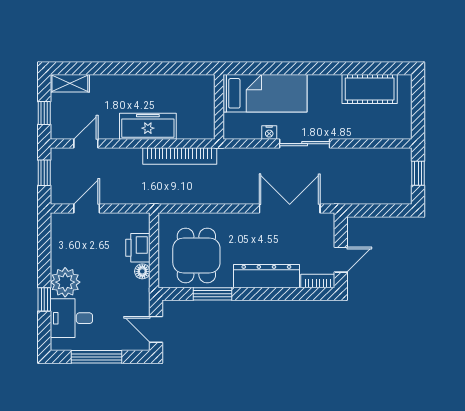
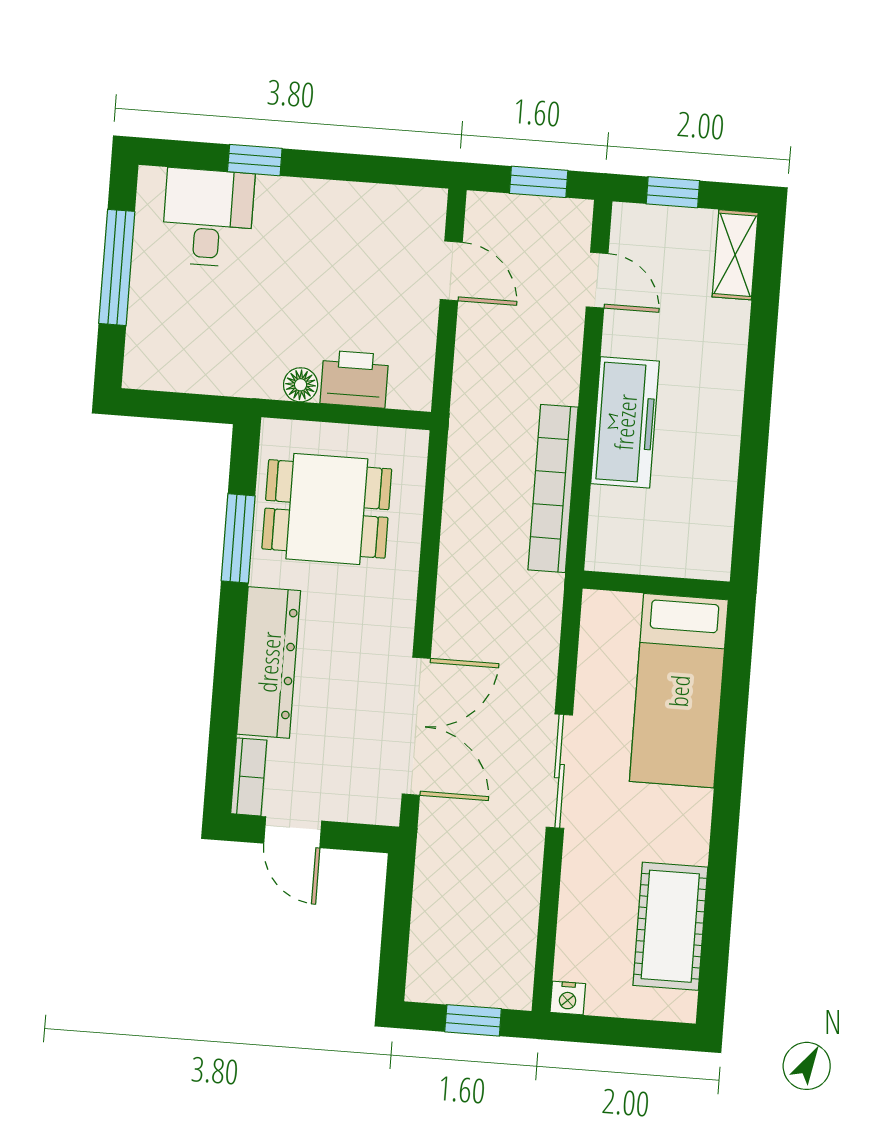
nightstand: (269, 132) -> (568, 998), moved, turned -90
plant: (65, 282) -> (290, 210), removed
door: (156, 329) -> (168, 405), removed

